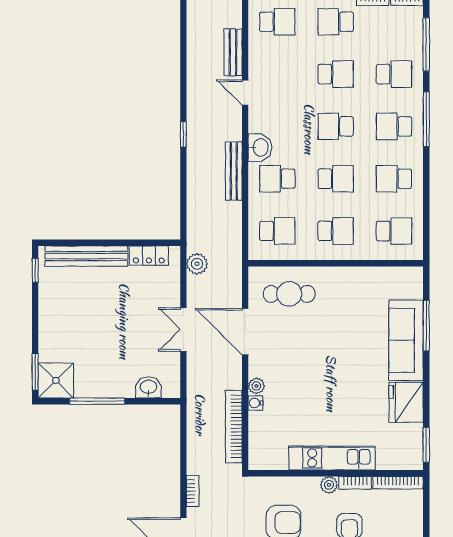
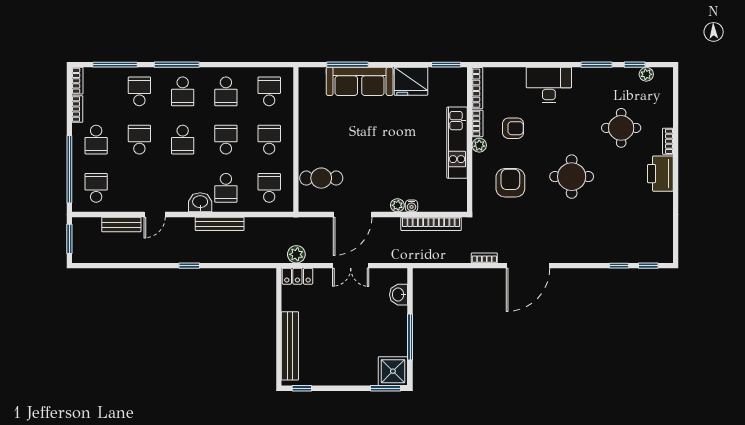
locker: (149, 256) -> (297, 276), moved, turned 90
cafe table: (289, 294) -> (321, 178), turned 90

